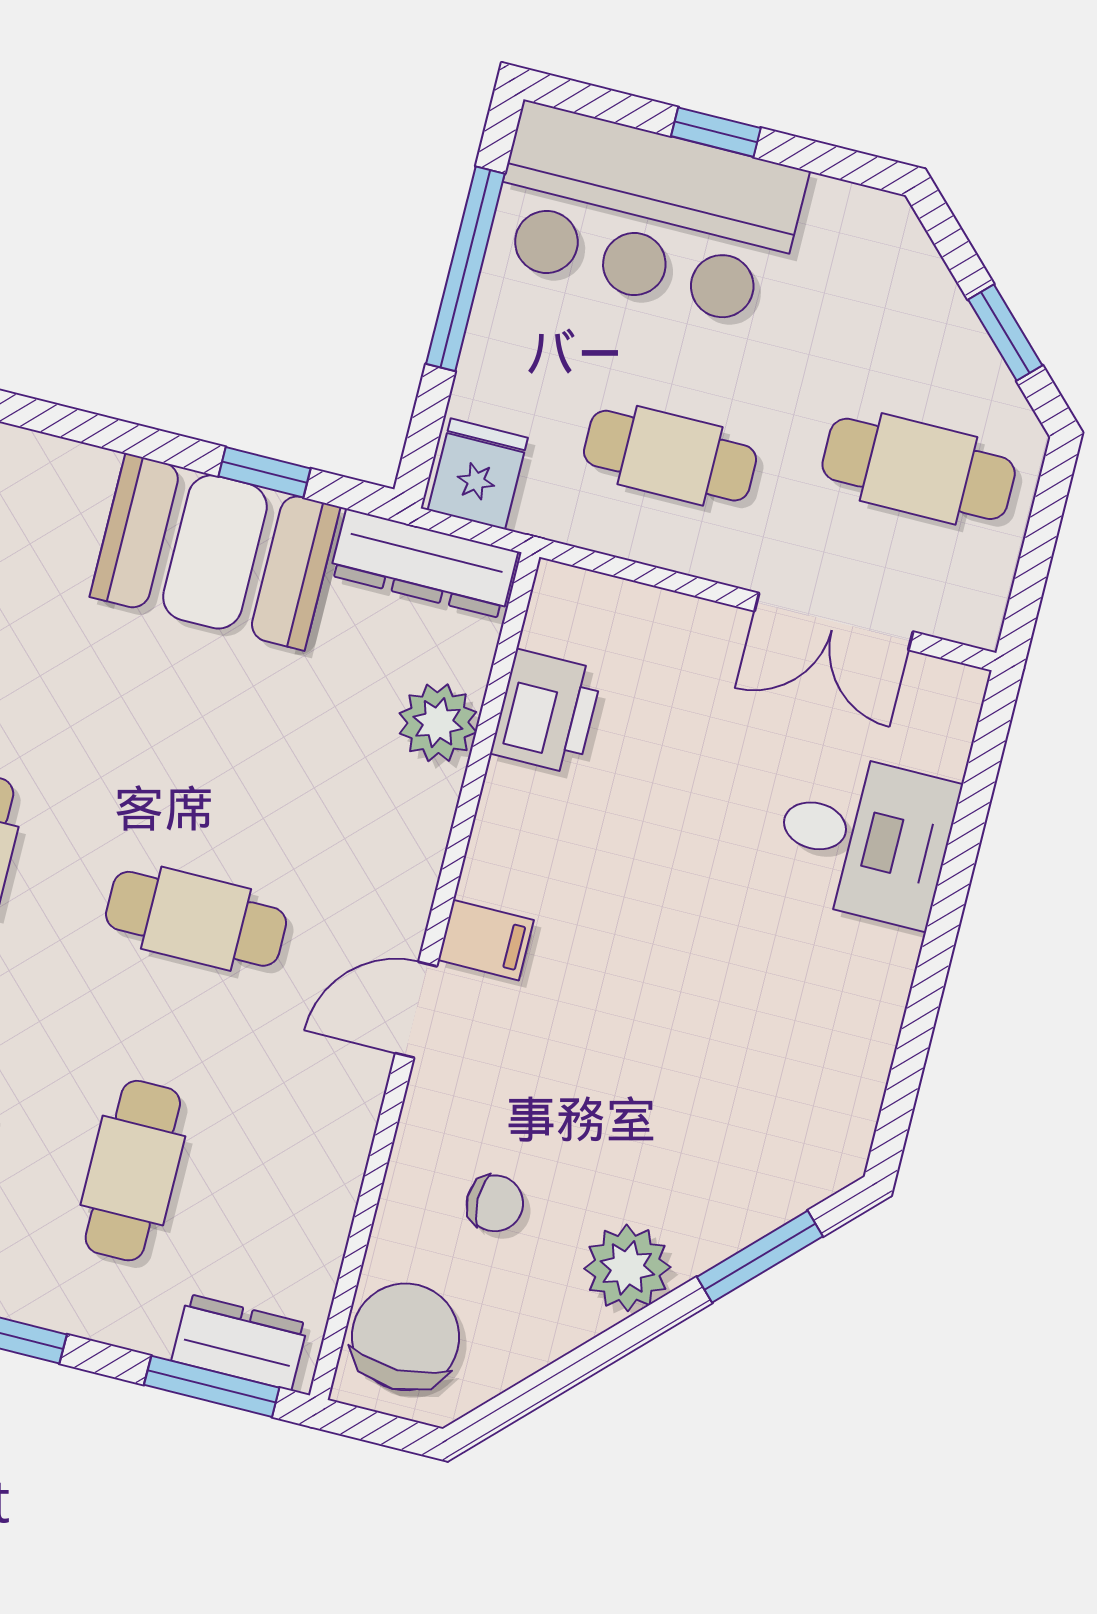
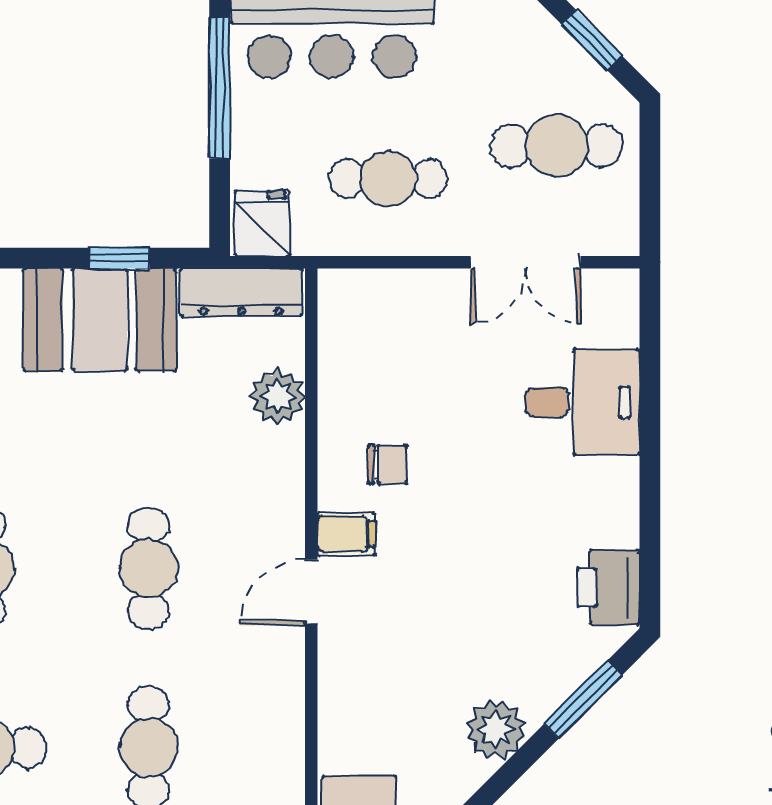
printer: (547, 712) -> (609, 587), moved, turned 180
cafe table: (196, 919) -> (149, 568), turned 90
chair: (495, 1203) -> (388, 464), moved

